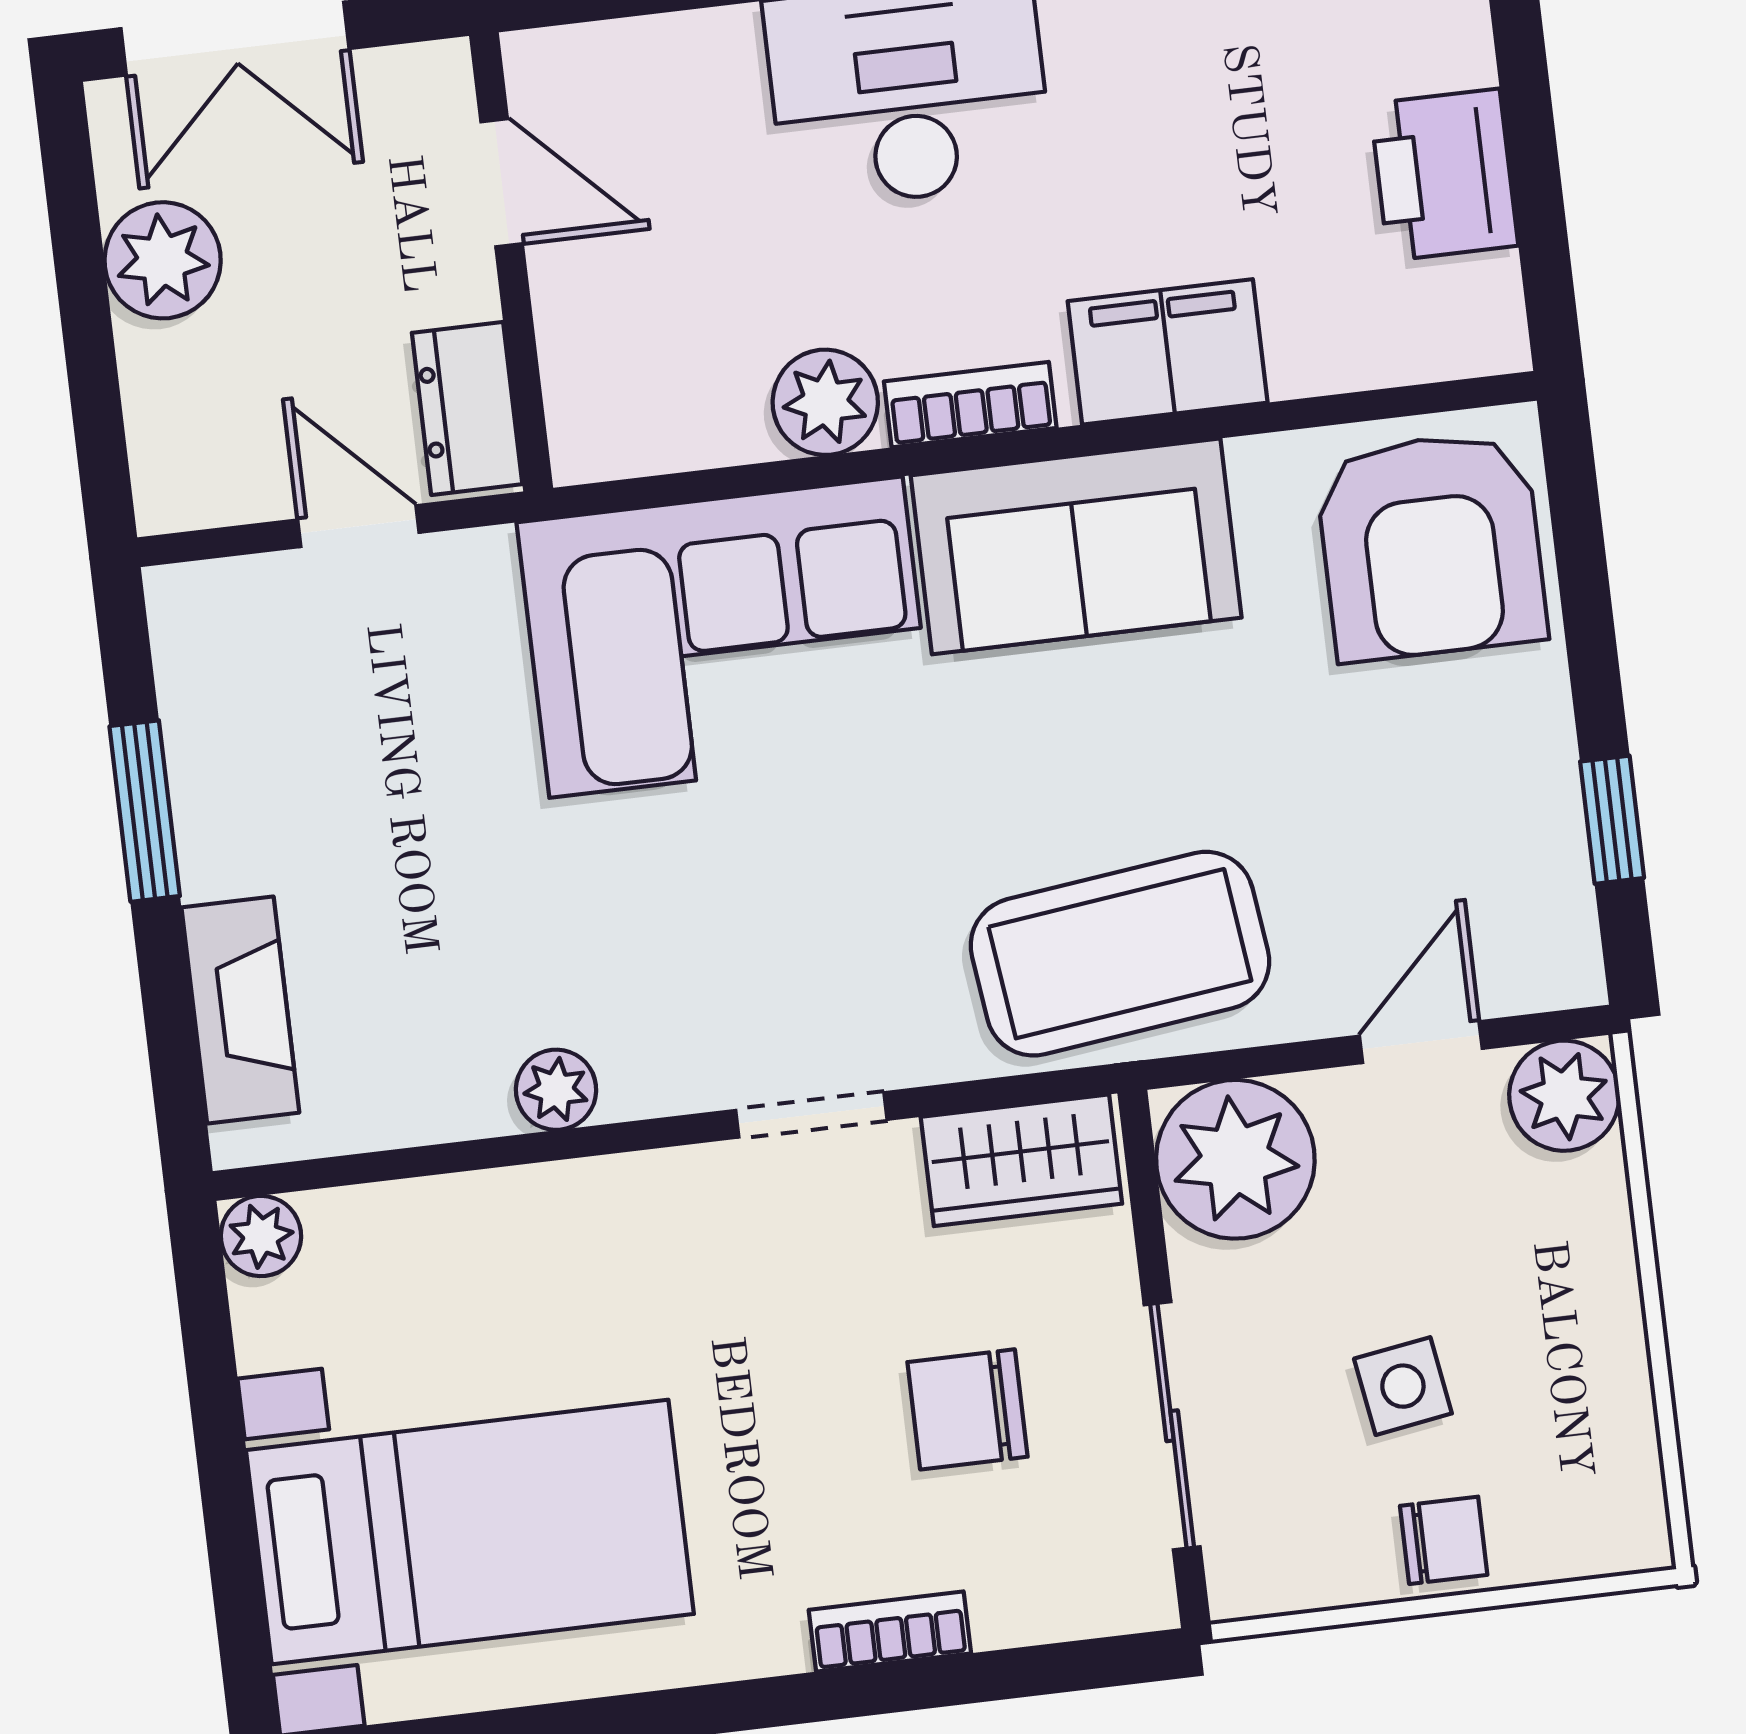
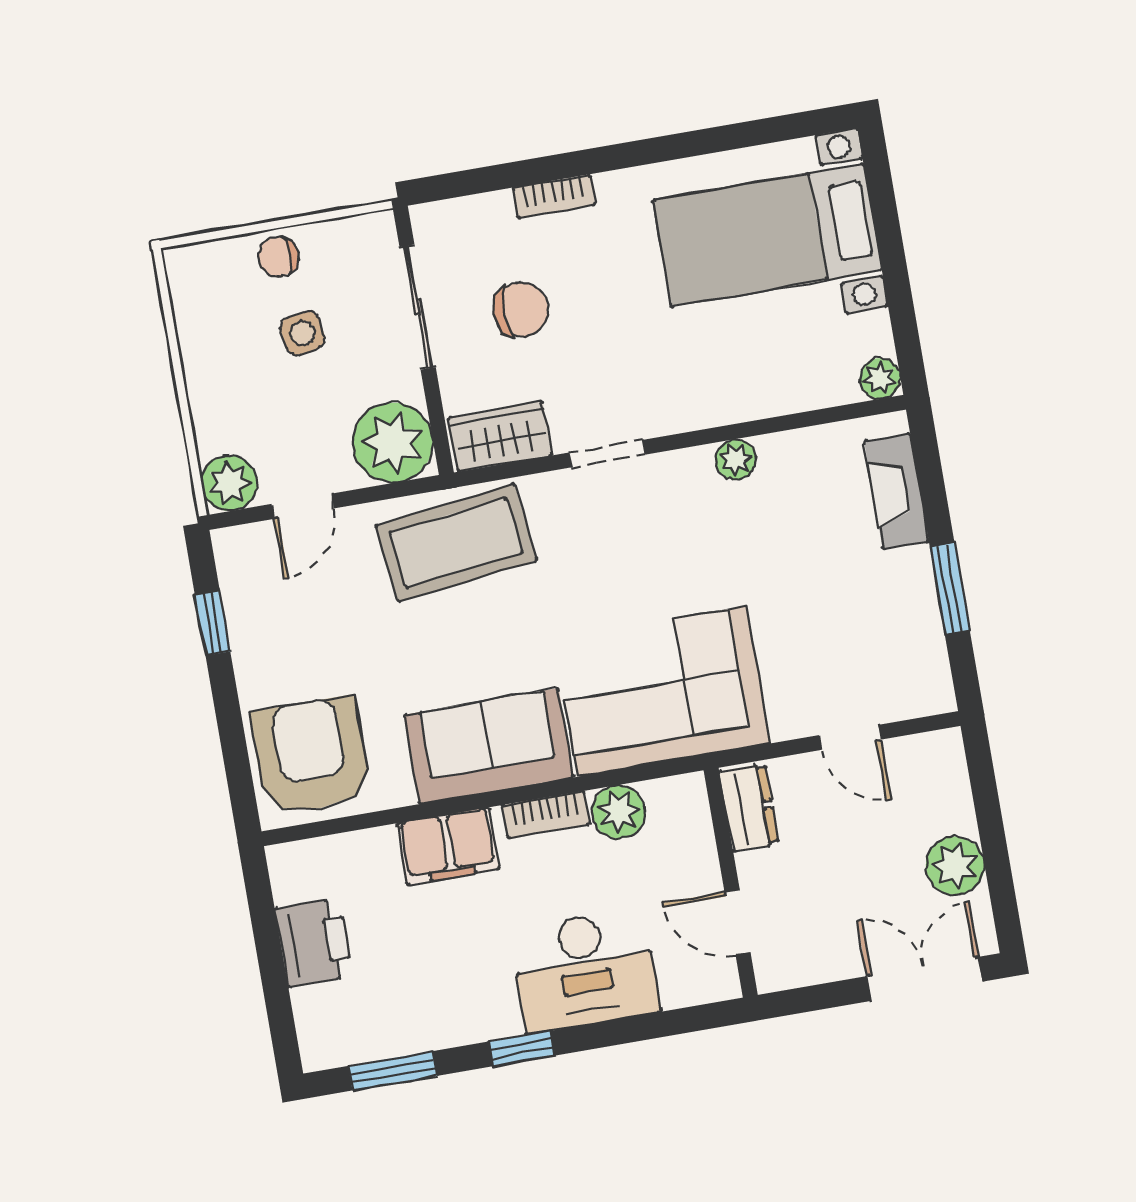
door: (502, 183) -> (738, 922), moved
wall: (511, 262) -> (731, 883), moved
dresser: (467, 408) -> (749, 808), moved

